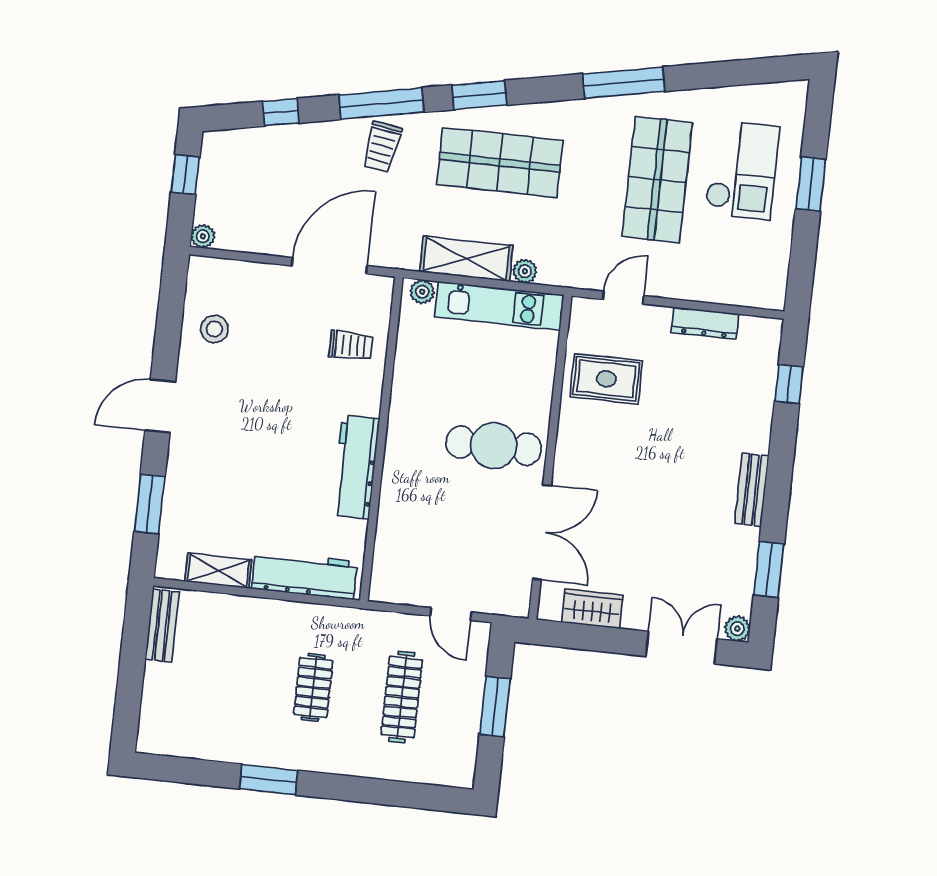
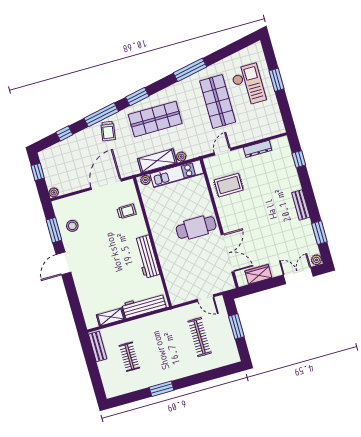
window: (150, 504) -> (54, 230), moved
clothes rail: (313, 688) -> (129, 357), moved

